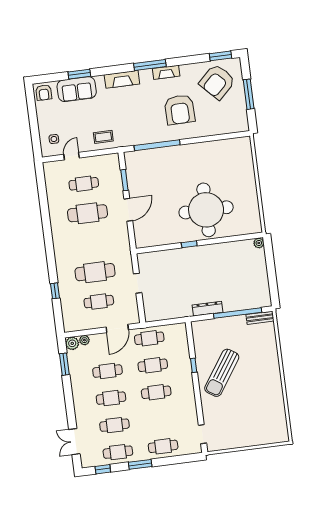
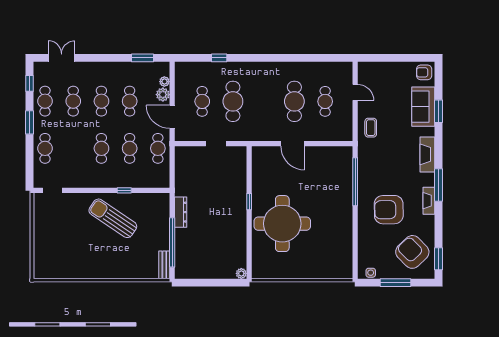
side table: (54, 139) -> (371, 273), moved
window: (124, 180) -> (324, 144), removed
plant: (72, 343) -> (163, 95), moved

